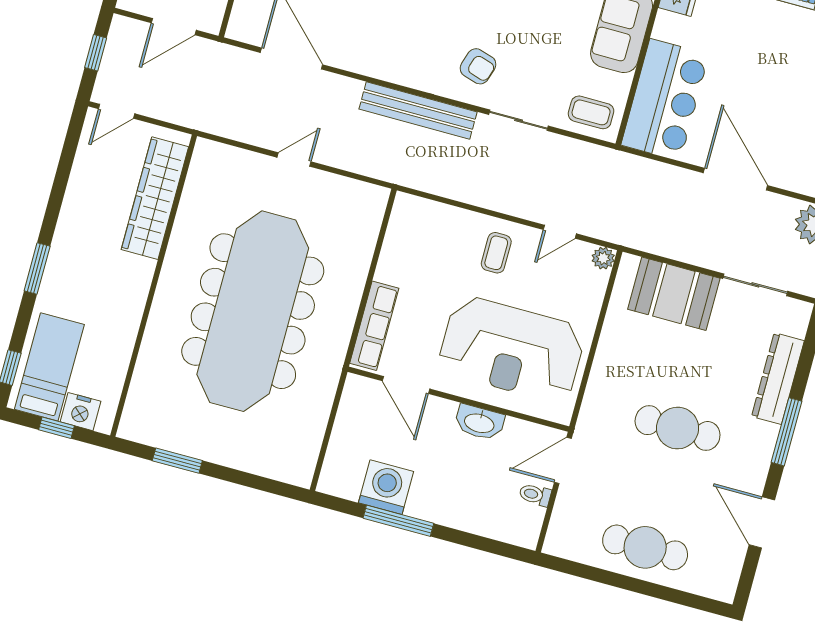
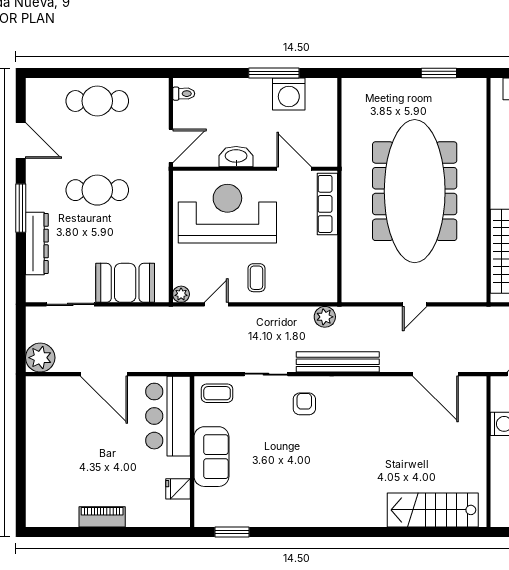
armchair: (478, 66) -> (304, 404), turned 73
plant: (419, 176) -> (325, 317), added
toilet: (535, 495) -> (184, 94), moved

